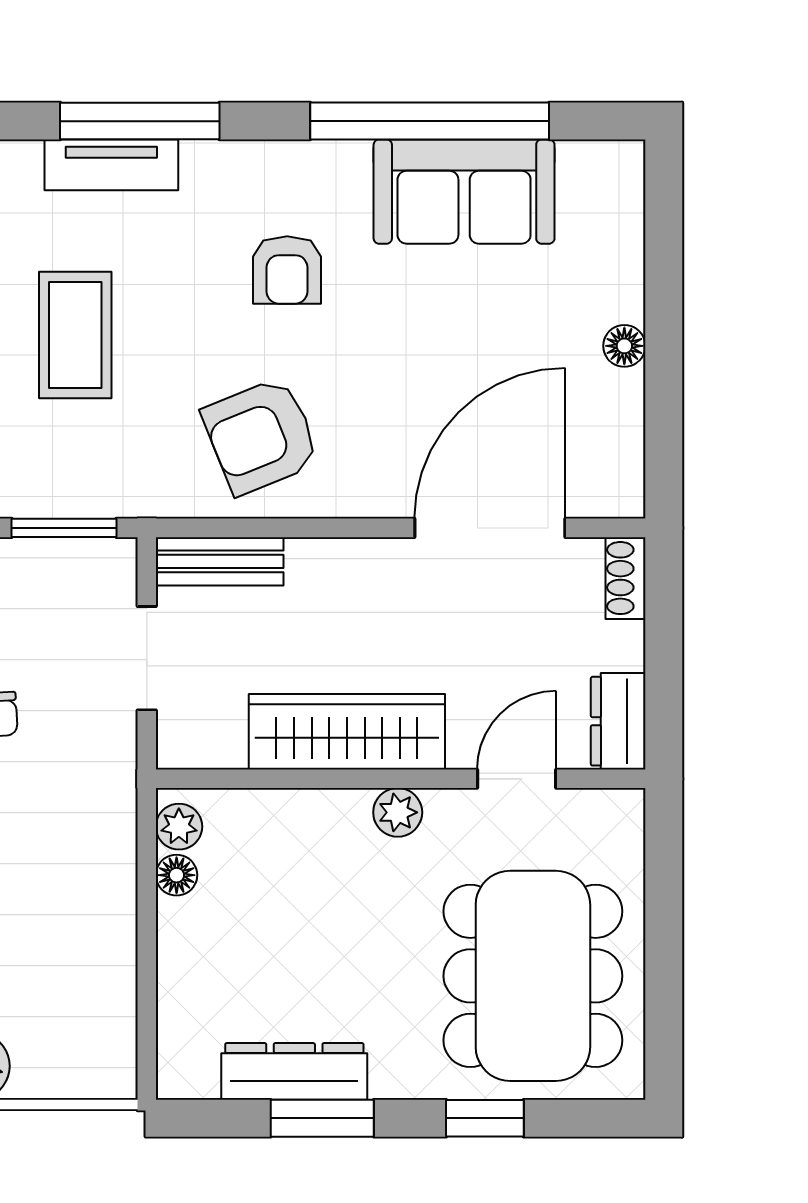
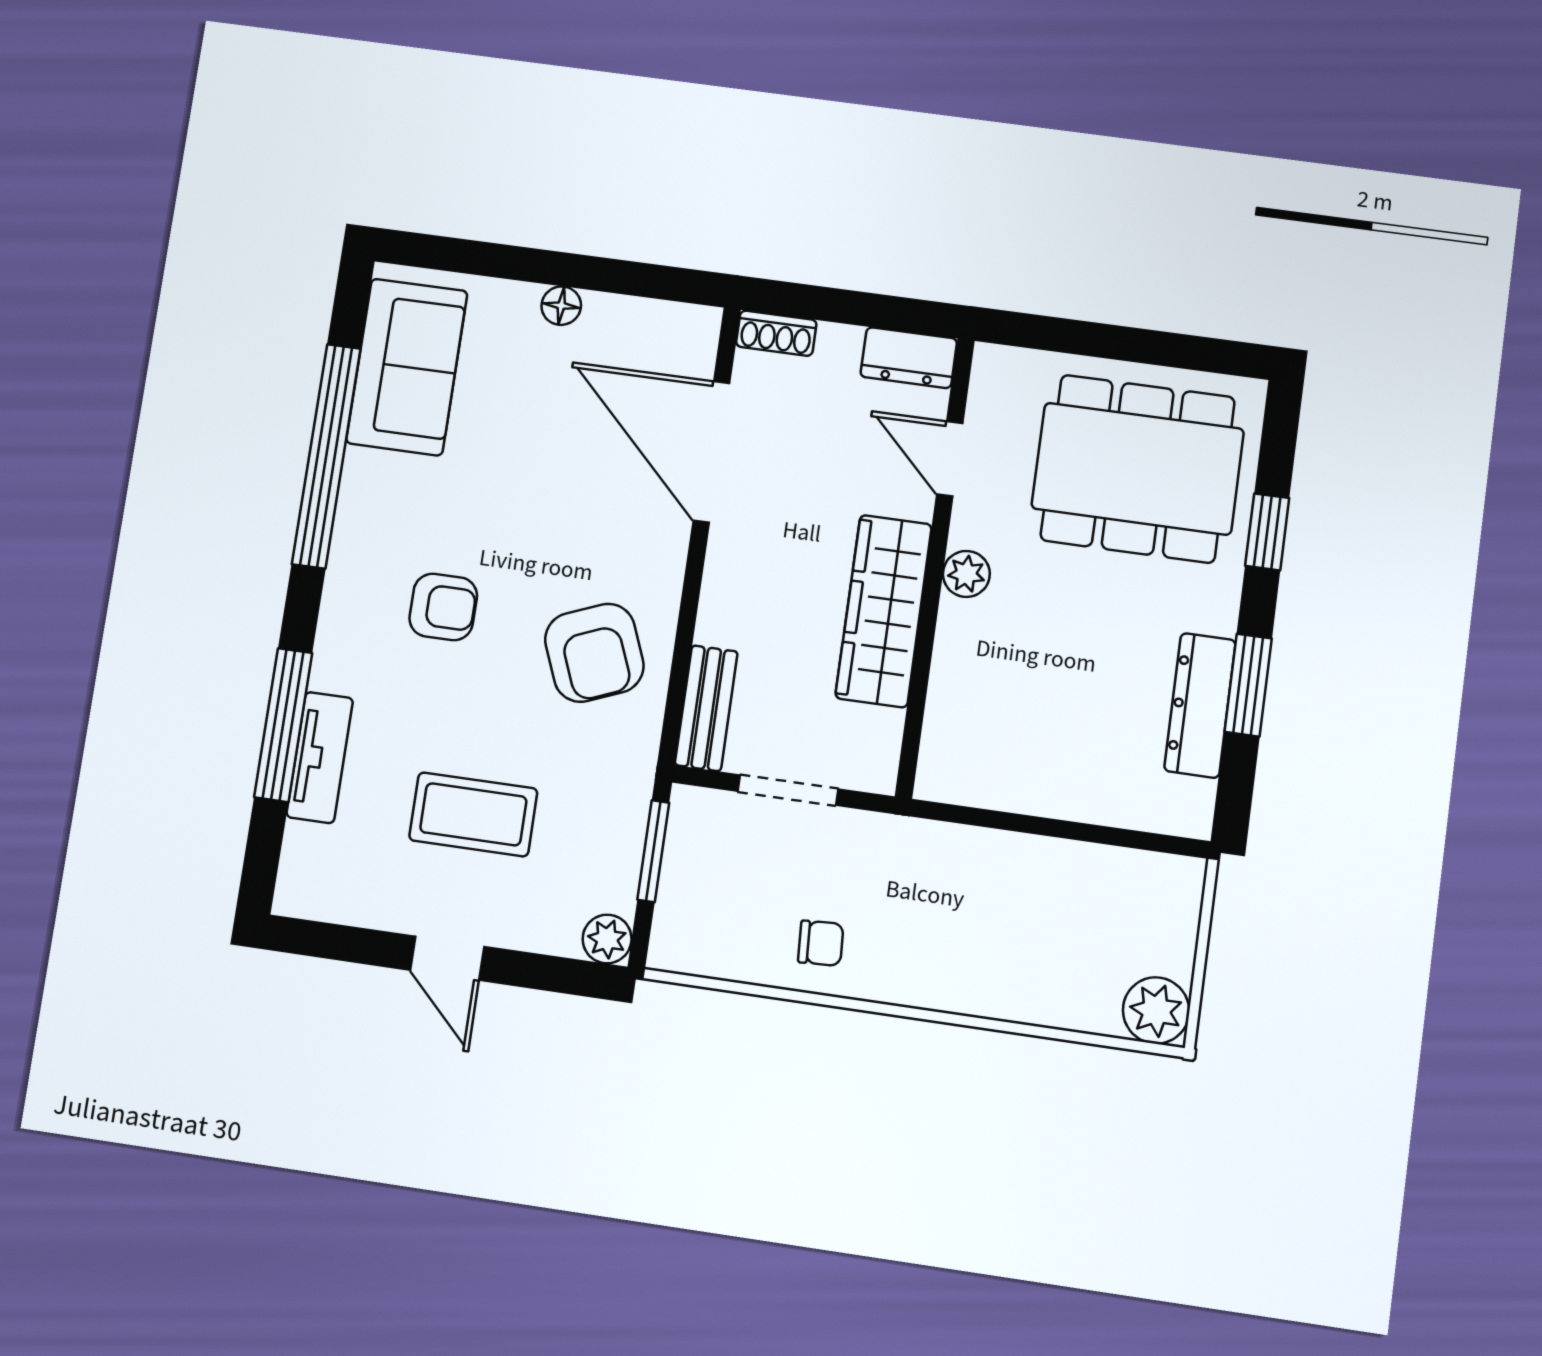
sofa: (464, 192) -> (407, 367), moved
plant: (179, 827) -> (952, 782), removed
floor lamp: (177, 875) -> (998, 791), removed

